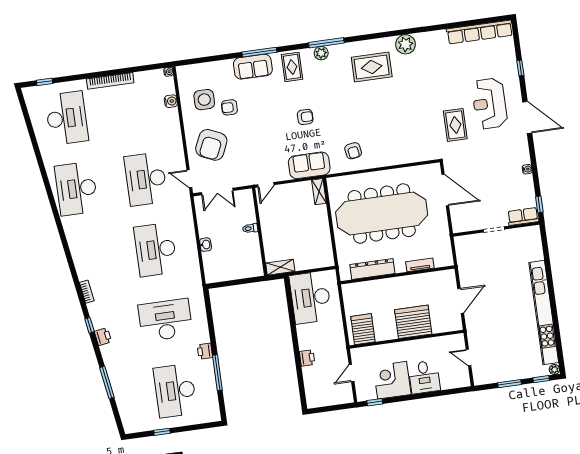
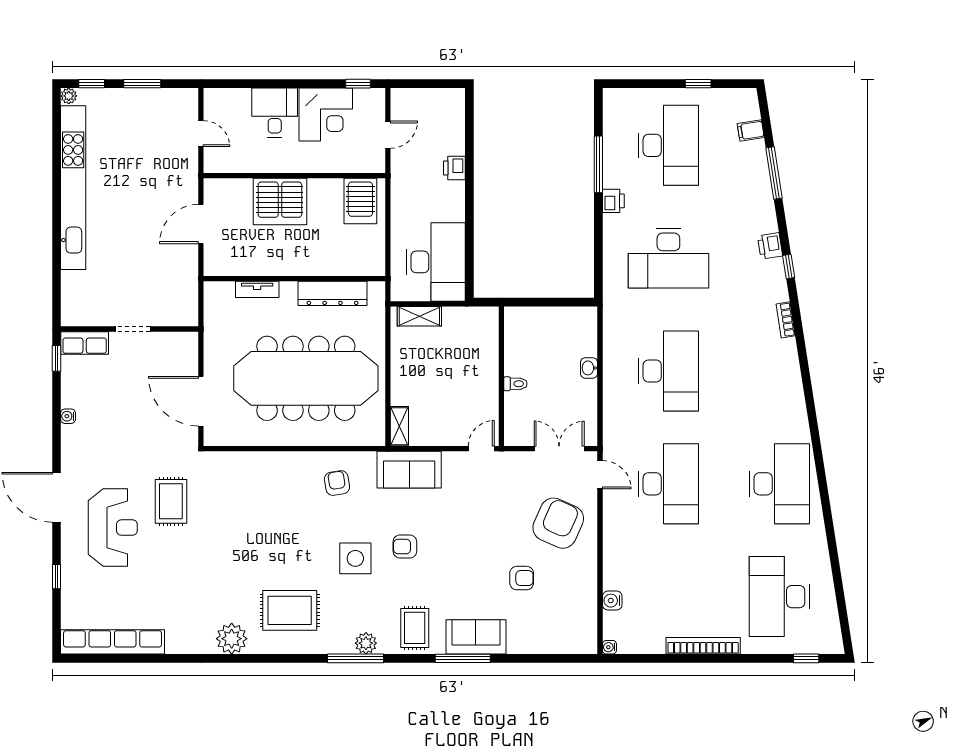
side table: (204, 100) -> (355, 558), moved
shelving: (280, 267) -> (419, 316), moved
filing cabinet: (125, 407) -> (751, 130), added

